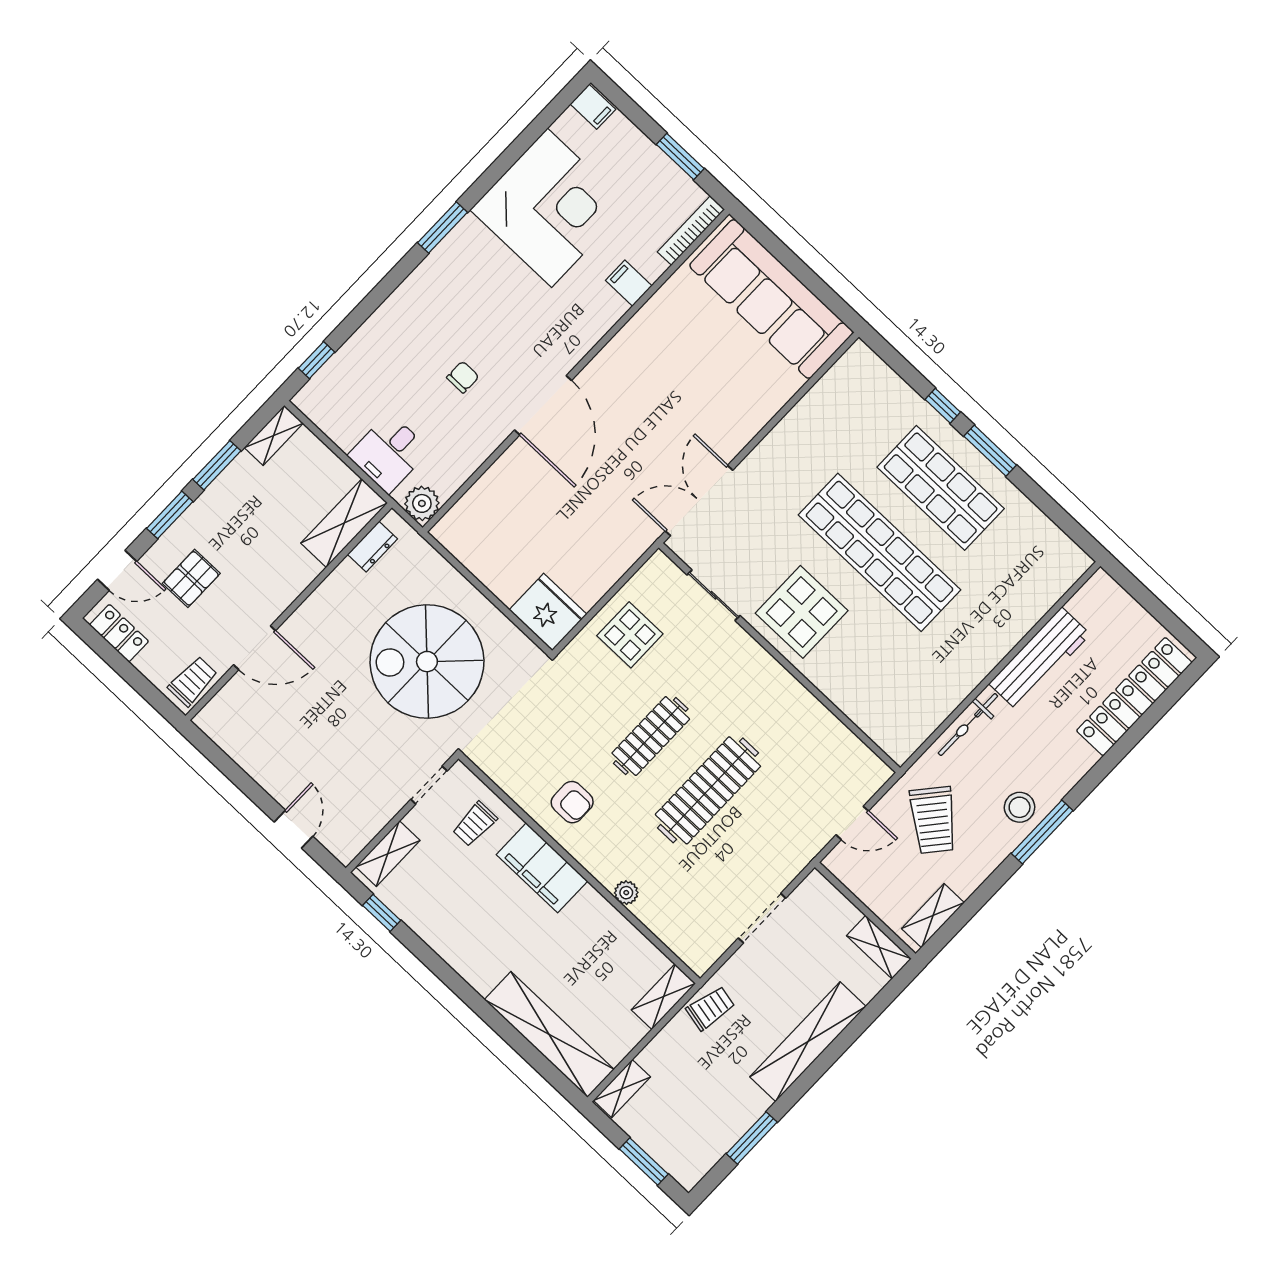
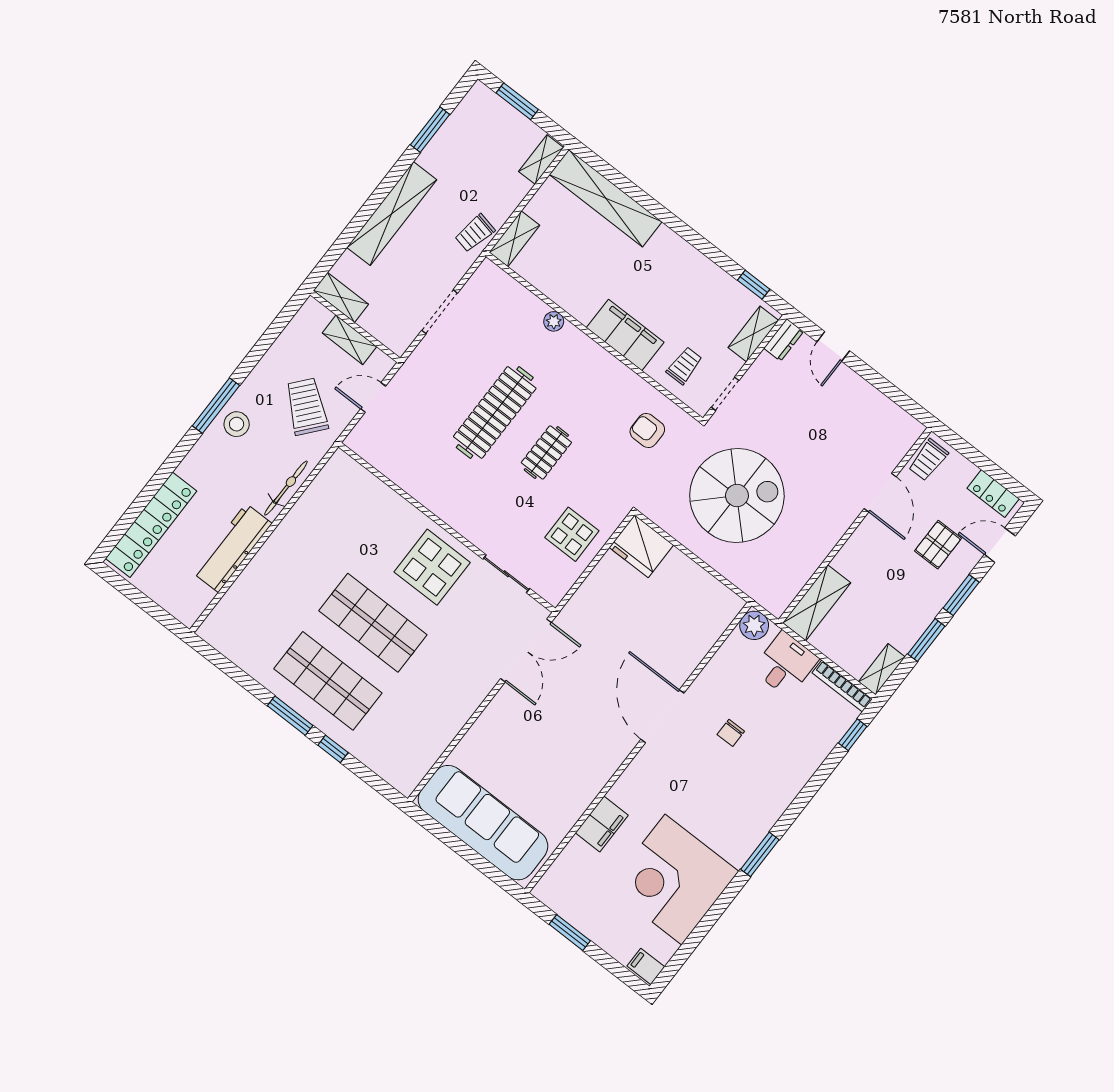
bookcase: (691, 231) -> (842, 686), moved, turned 90
filing cabinet: (629, 283) -> (602, 824), width x2.00
dresser: (372, 547) -> (784, 340), moved, turned 180
shop shelf: (879, 552) -> (373, 623), width x0.71
door: (255, 648) -> (880, 493), swing flipped
clothes rail: (651, 736) -> (546, 452), width x0.73
armchair: (572, 802) -> (647, 430), moved
shelving: (933, 916) -> (349, 340), moved, turned 90

